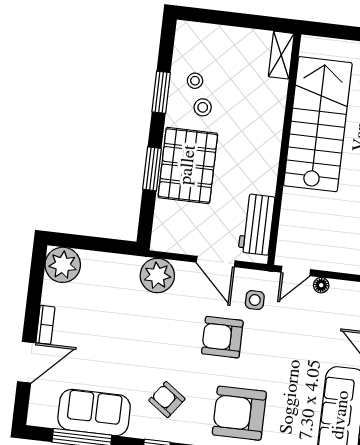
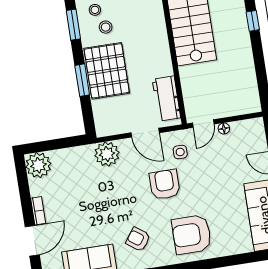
armchair: (222, 337) -> (165, 184), turned 90

